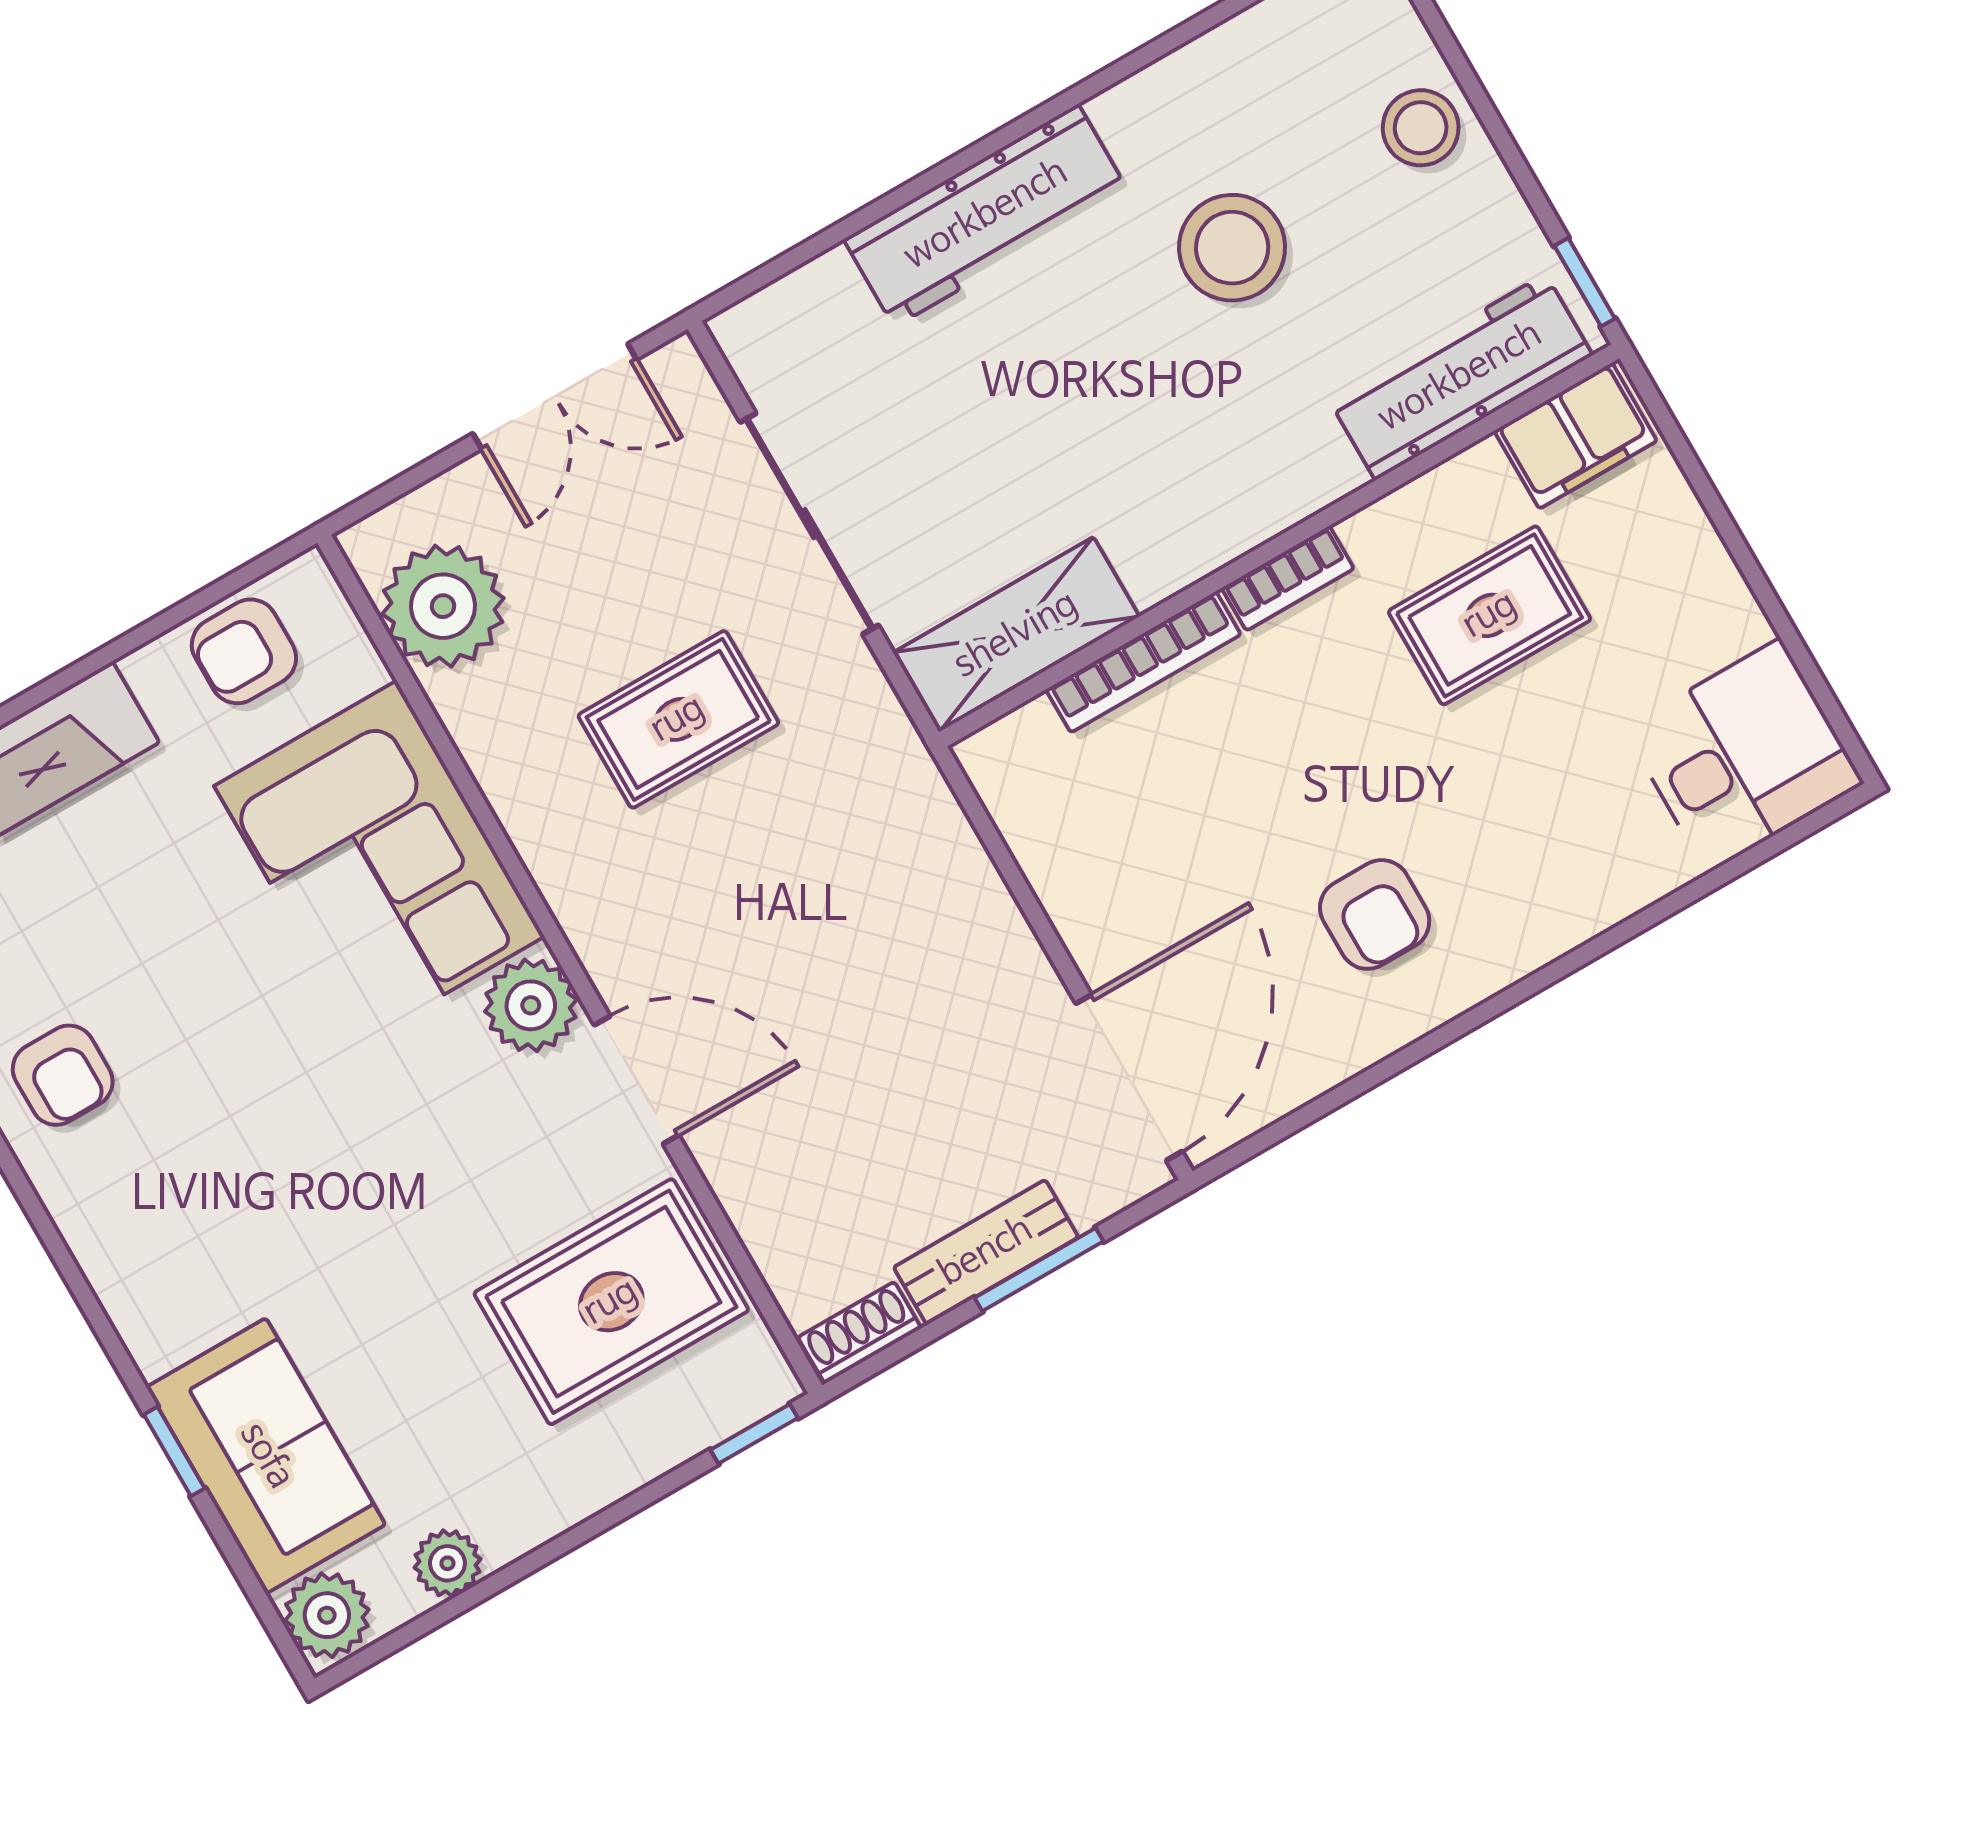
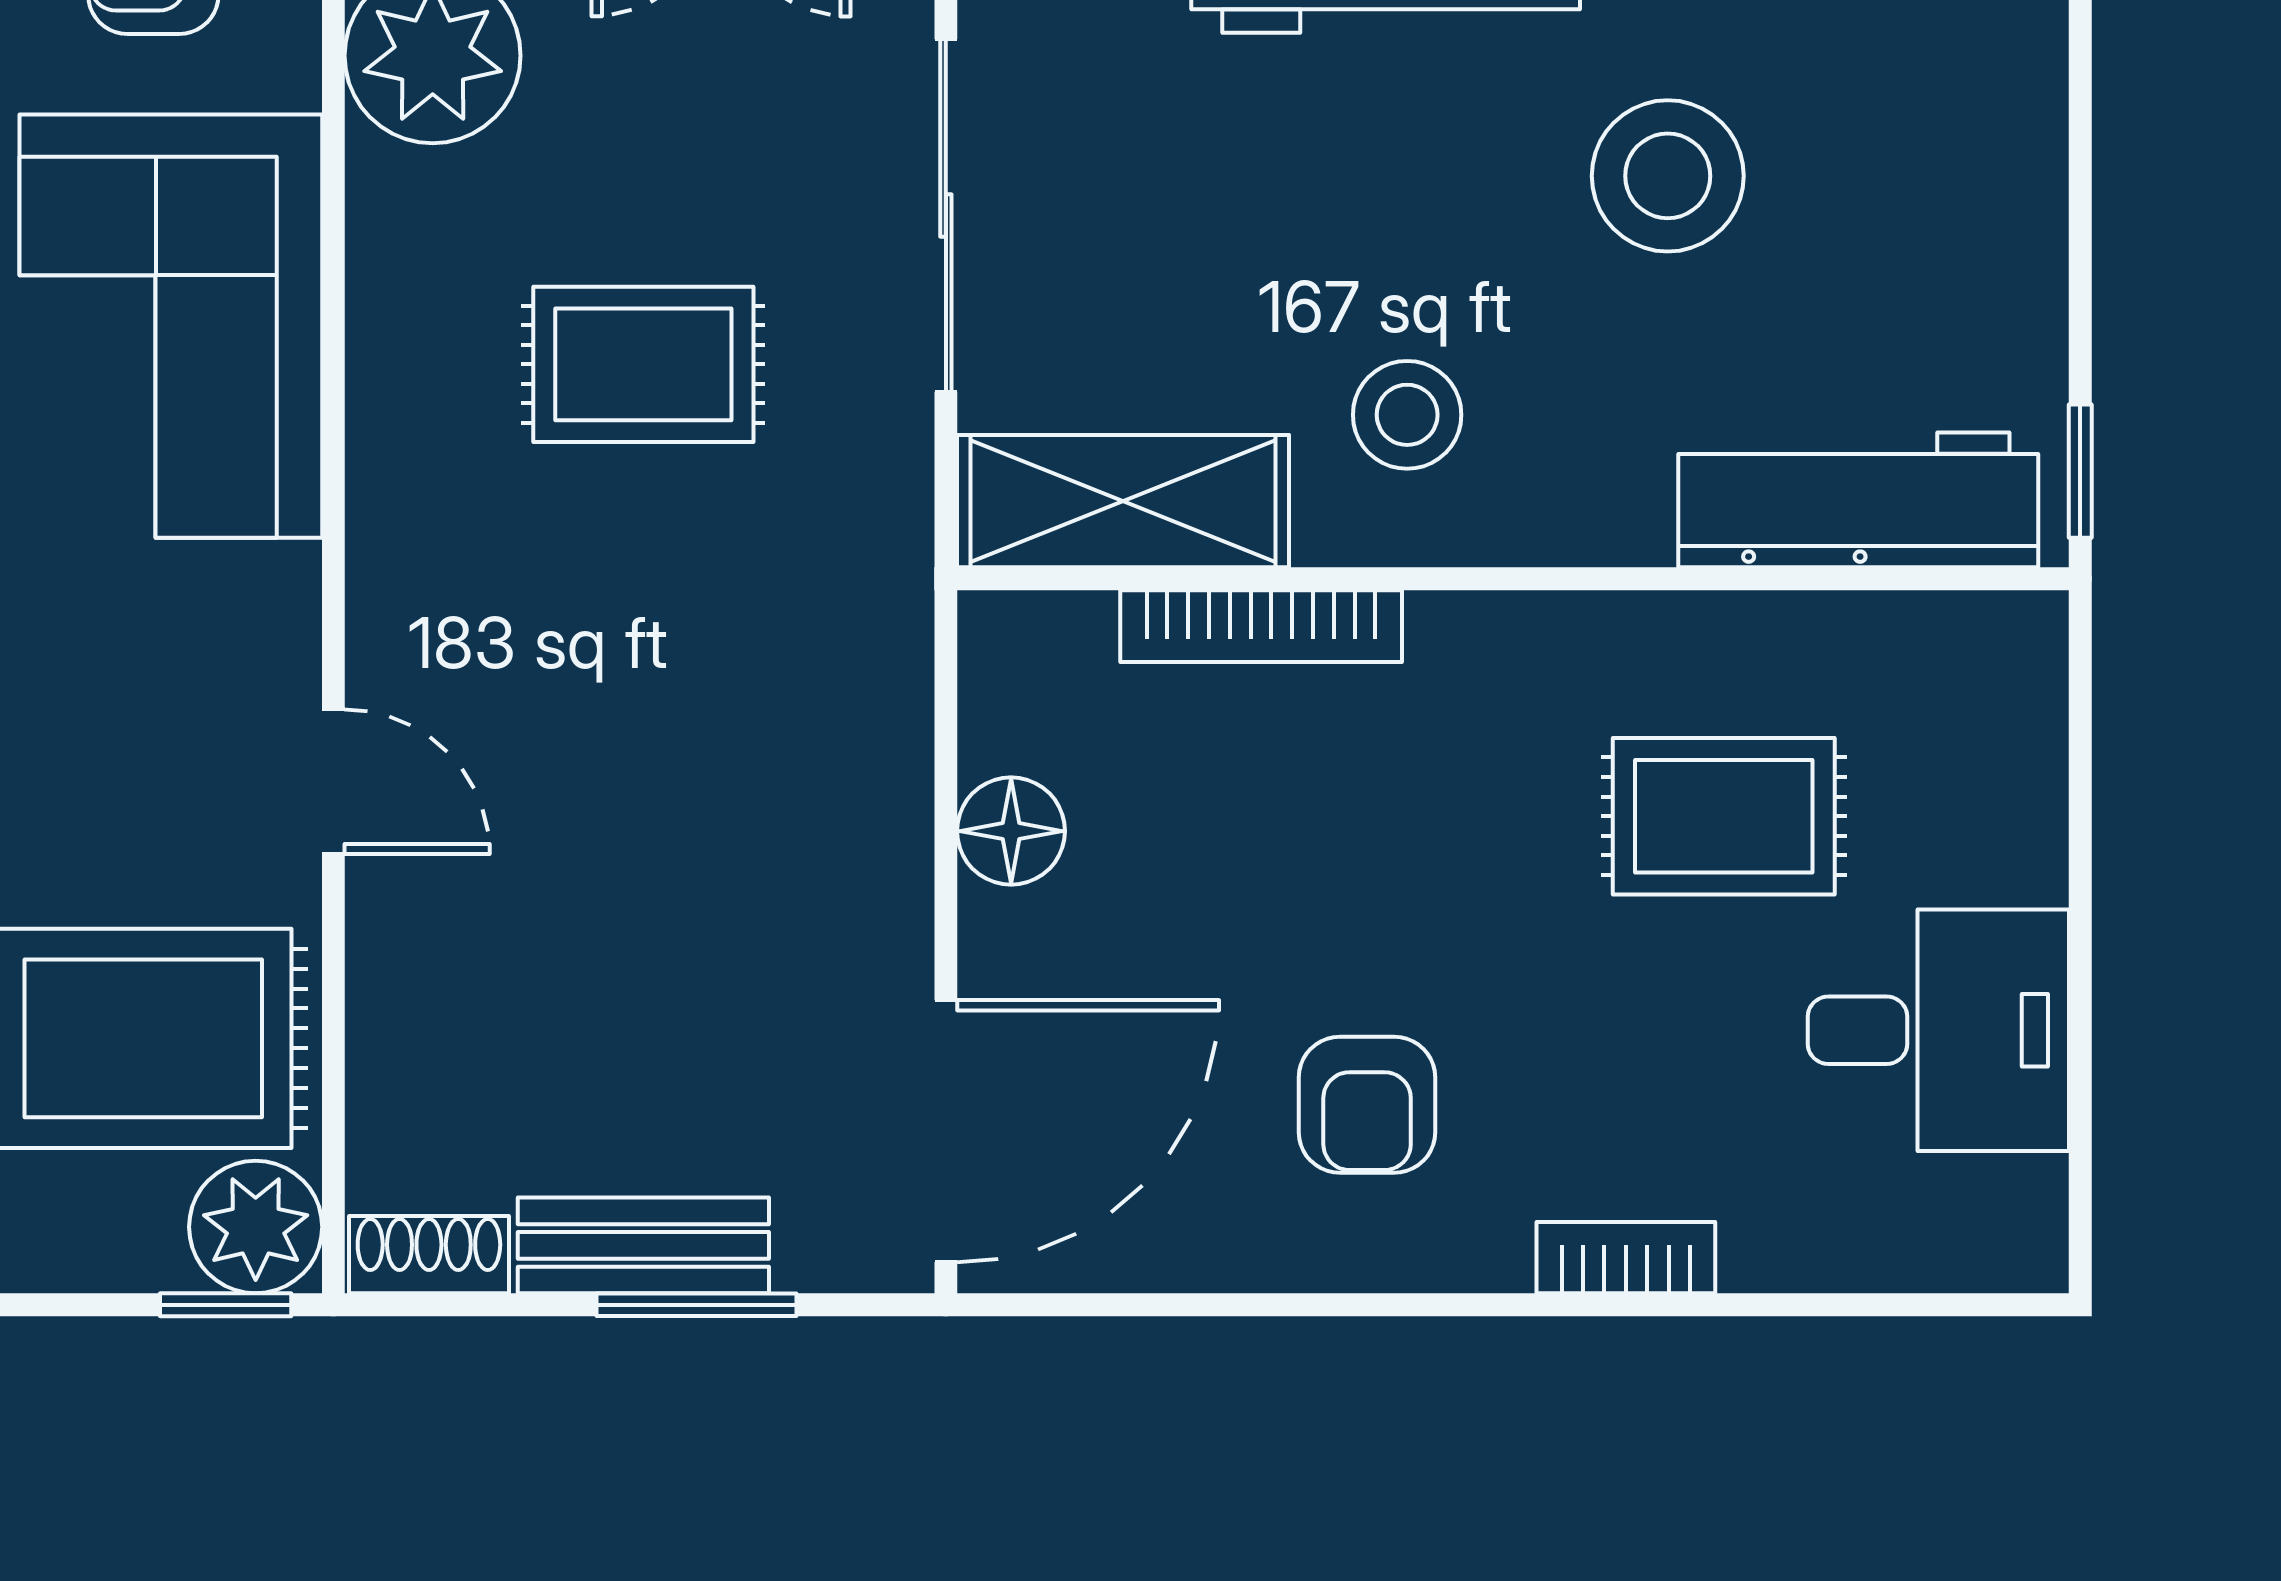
stool: (1421, 128) -> (1407, 415), moved
filing cabinet: (1576, 436) -> (1959, 655), removed
bookcase: (1288, 578) -> (1626, 1258), moved, turned 180
desk: (1744, 756) -> (1938, 1030), moved
floor lamp: (1064, 873) -> (1011, 831), added
plant: (531, 1005) -> (256, 1227), moved
door: (637, 1080) -> (333, 782), width x0.73

